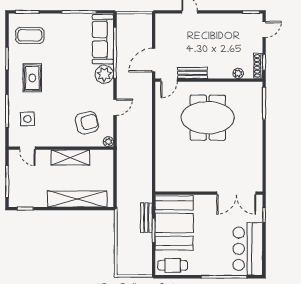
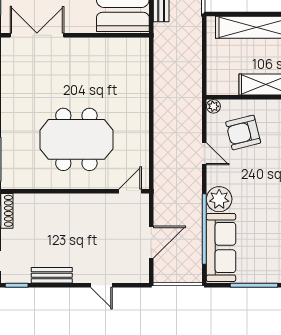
door: (154, 60) -> (151, 242), moved
bench: (193, 73) -> (52, 275), moved
plant: (238, 73) -> (35, 200), removed
door: (115, 107) -> (204, 154), swing flipped

